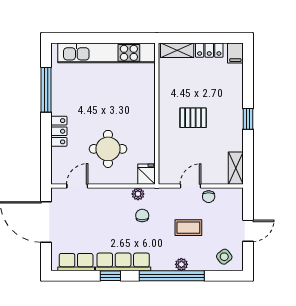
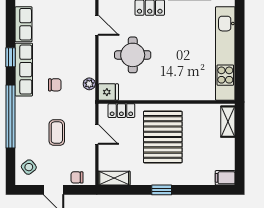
locker: (209, 50) -> (121, 111), moved, turned -90
pallet: (193, 118) -> (163, 137), width x2.05, depth x2.00
chair: (209, 197) -> (77, 177), moved
chair: (142, 215) -> (55, 85), moved
plant: (181, 264) -> (21, 126), removed

